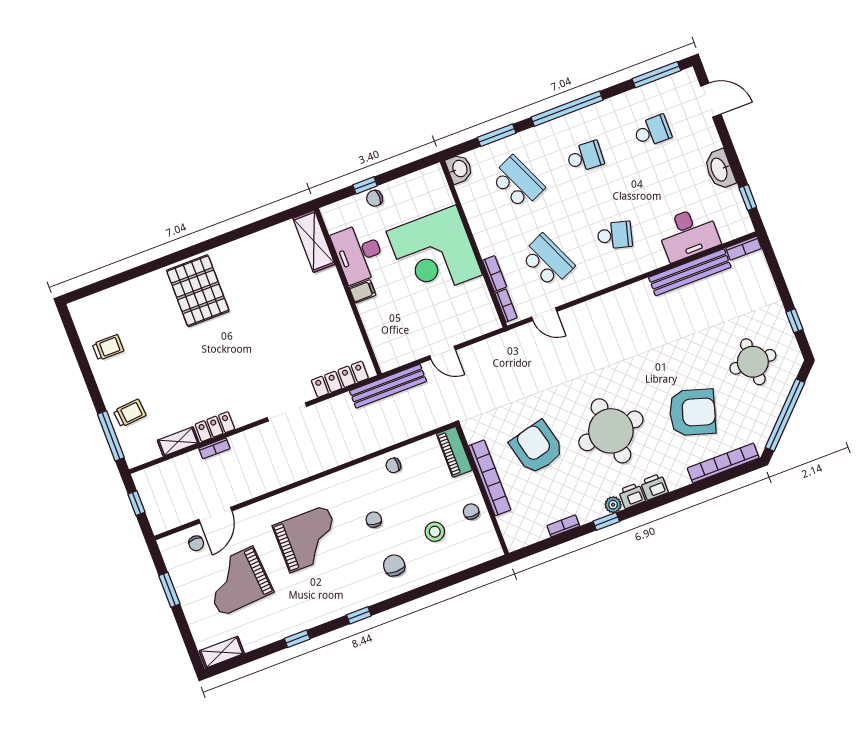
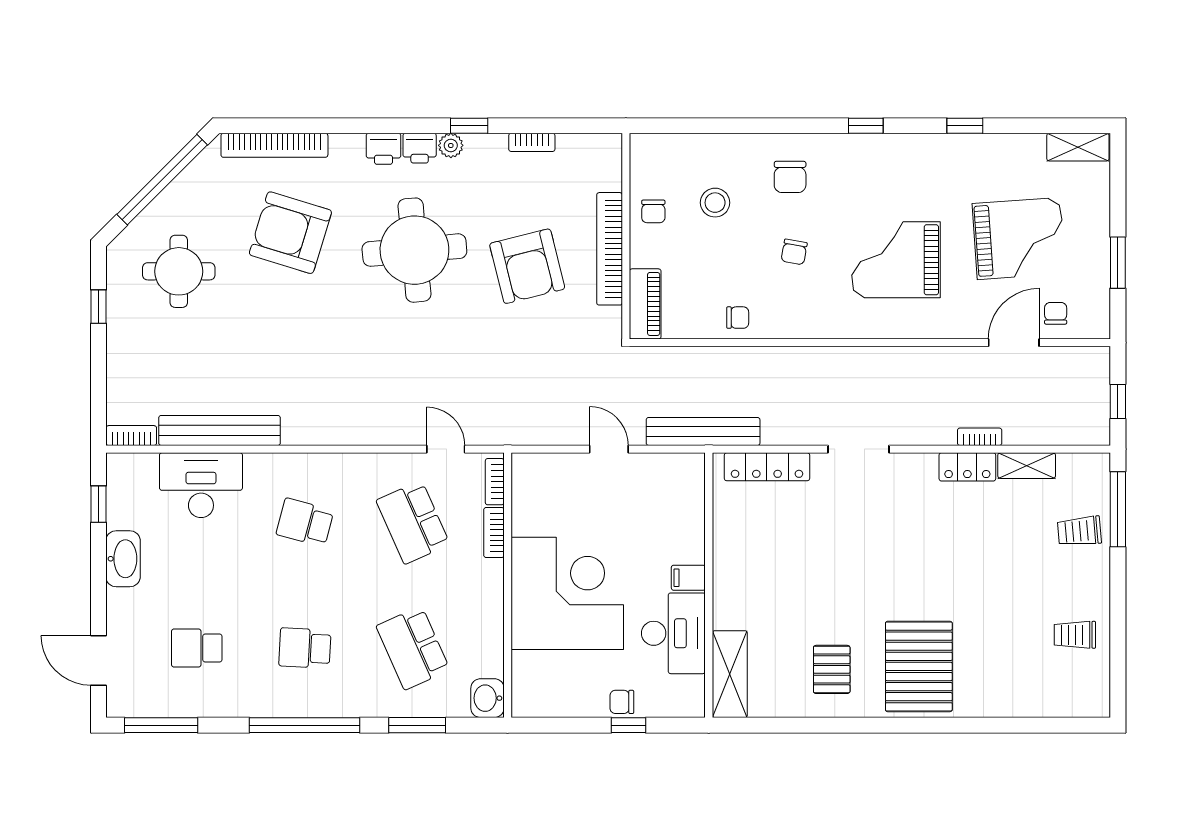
chair: (375, 198) -> (622, 702), turned 180
pallet: (251, 268) -> (832, 669), added

